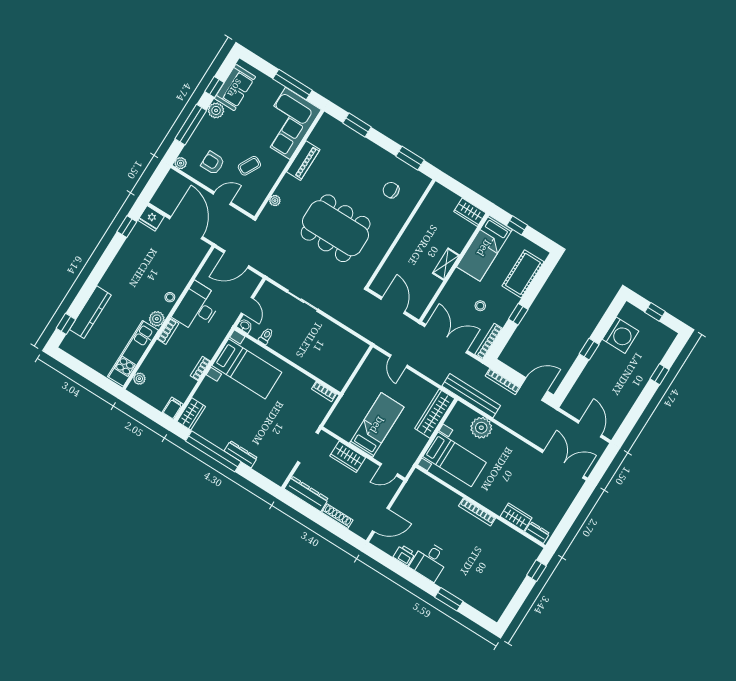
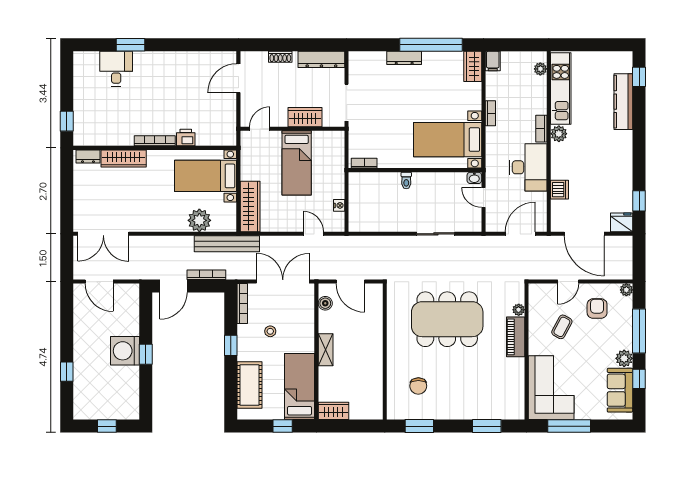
piano: (303, 161) -> (516, 337), moved
armchair: (213, 163) -> (597, 309), turned -90
chair: (391, 190) -> (418, 386), turned 90
dishwasher: (184, 275) -> (559, 190), added
stool: (170, 297) -> (559, 161), removed
boiler: (423, 301) -> (325, 303), added
washing machine: (621, 335) -> (125, 351), moved
toilet: (266, 336) -> (406, 181), moved
double door: (446, 339) -> (283, 282), swing flipped
nightstand: (364, 371) -> (339, 205), added
shoe rack: (337, 516) -> (280, 57), width x0.70
wardrobe: (516, 517) -> (124, 158), width x1.50
printer: (404, 555) -> (186, 138), moved, turned 180
desk: (430, 561) -> (116, 69), moved

